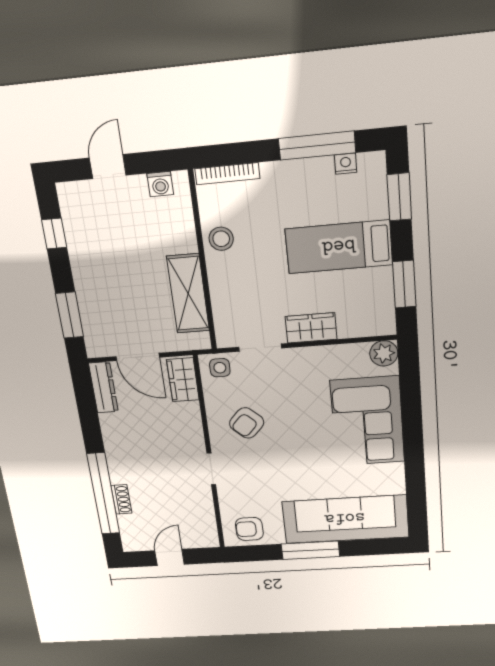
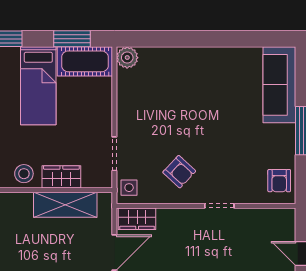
cot: (375, 303) -> (85, 61), added
wardrobe: (311, 328) -> (61, 177), moved, turned 90
corner sofa: (367, 421) -> (185, 74), removed
sofa: (345, 519) -> (279, 85), width x0.74, depth x0.79

